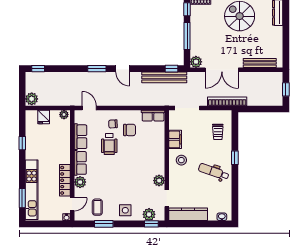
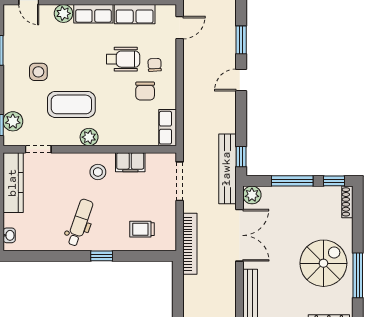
double door: (222, 70) -> (240, 235), swing flipped
bench: (164, 77) -> (227, 169), moved
wheelchair: (109, 144) -> (123, 59), turned 180
plant: (159, 181) -> (89, 137), moved
coffee table: (97, 207) -> (71, 104), moved, width x1.86, depth x1.72
side table: (125, 210) -> (38, 72), moved

